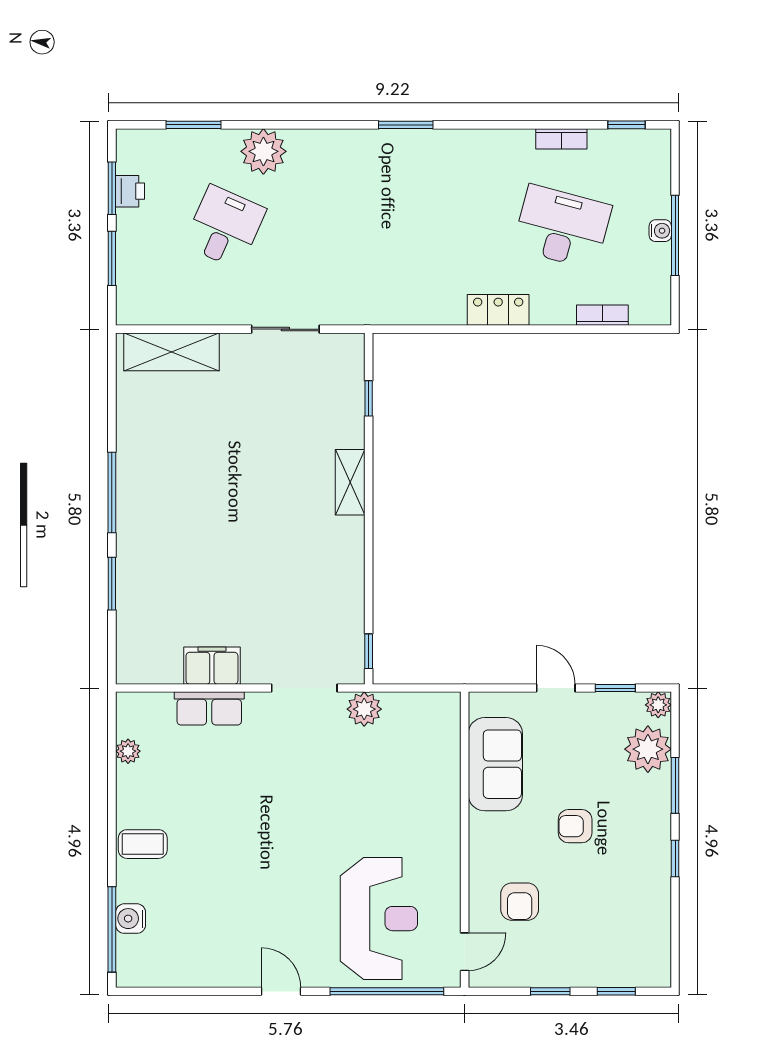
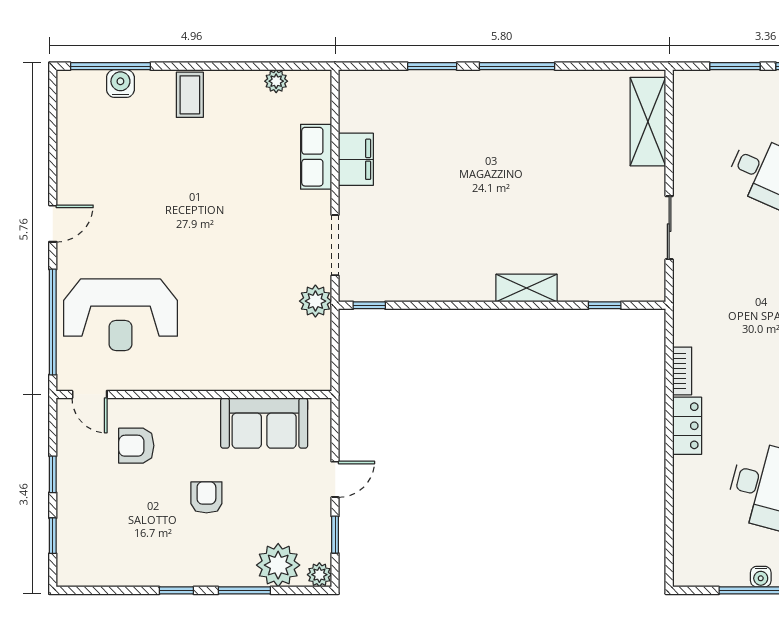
bookcase: (602, 315) -> (682, 371), moved

